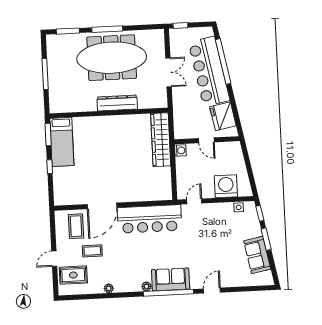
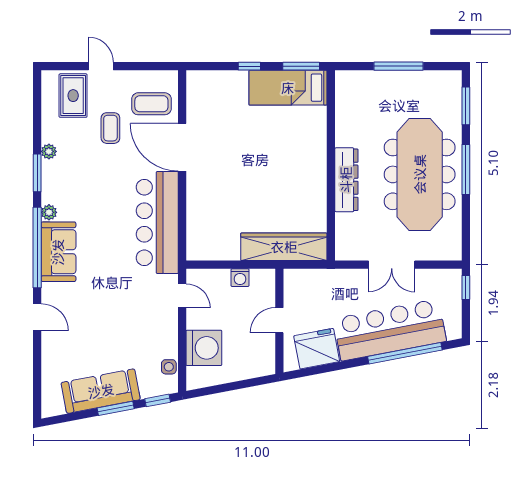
washing machine: (180, 150) -> (240, 278), moved
sofa: (257, 255) -> (101, 391), width x1.36
window: (122, 295) -> (37, 173), added

